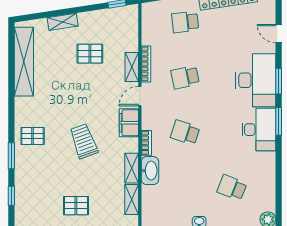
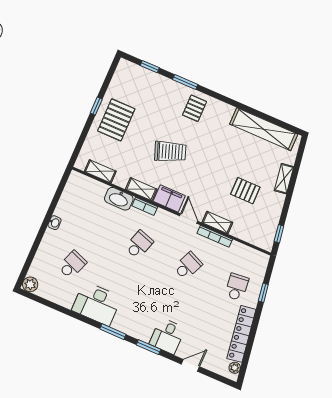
pallet: (90, 54) -> (245, 191), turned 90
school desk: (185, 77) -> (188, 266), turned 36
desk: (256, 80) -> (167, 336), width x0.53, depth x0.77
desk: (259, 130) -> (97, 304), moved
shelving: (132, 168) -> (141, 189), moved
pallet: (76, 206) -> (116, 120), width x1.50, depth x1.42

